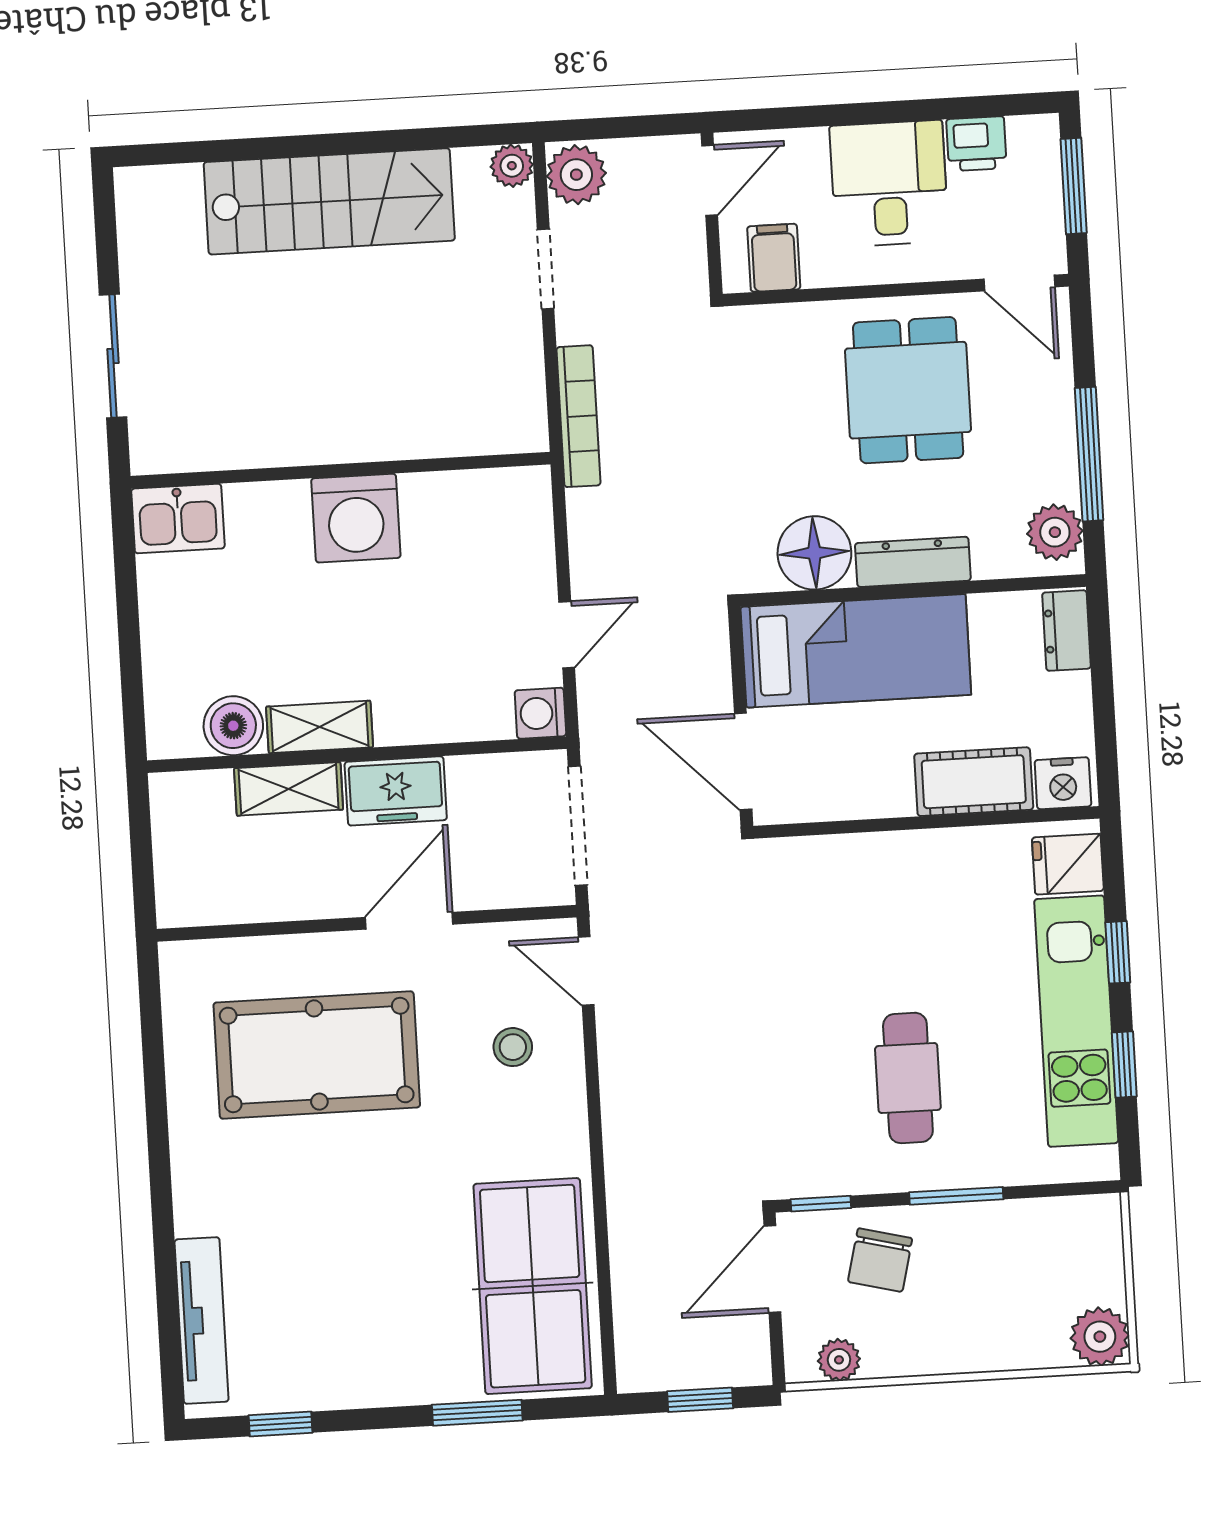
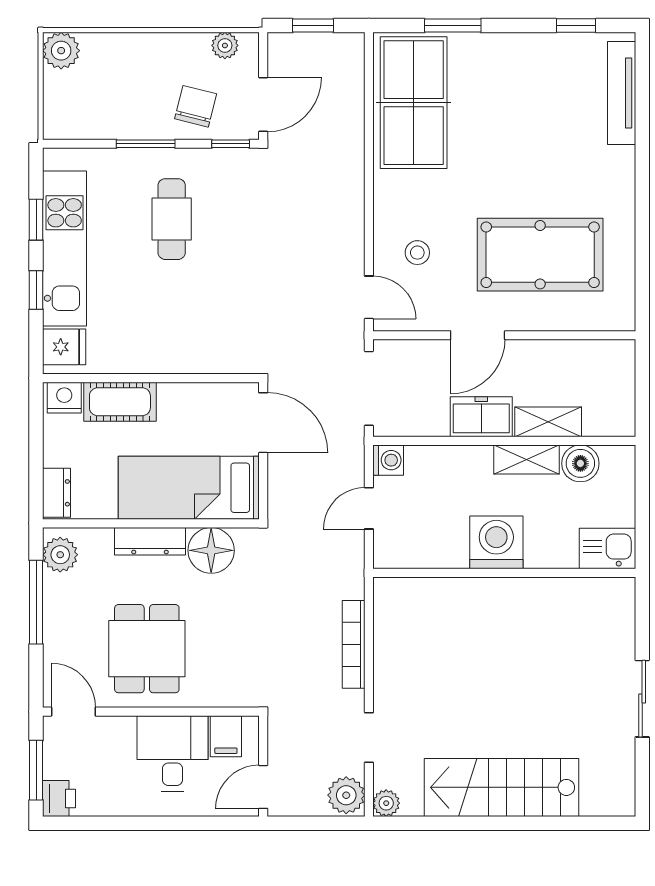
printer: (976, 144) -> (59, 799), moved, turned 90
desk: (889, 183) -> (172, 754), moved, turned 180
wall: (341, 470) -> (504, 573), moved
washing machine: (356, 518) -> (496, 542), moved
kitchen sink: (178, 519) -> (607, 549), moved

